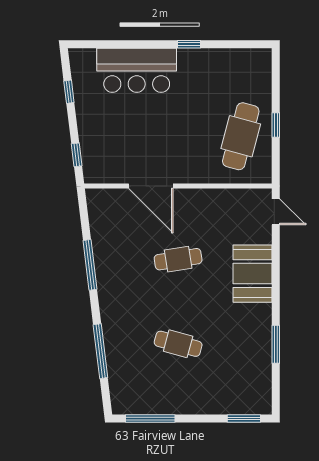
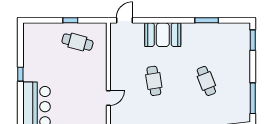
cafe table: (241, 136) -> (77, 42), width x0.73, depth x0.74
door: (151, 186) -> (108, 98), width x0.53
cafe table: (178, 344) -> (206, 81), turned -36

